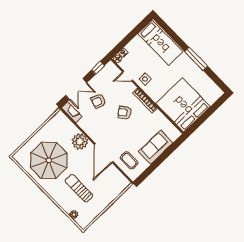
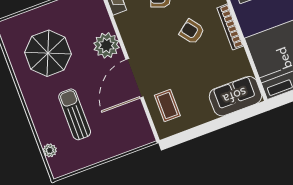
sofa: (156, 147) -> (235, 96), moved
parasol: (49, 160) -> (48, 53), width x0.73, depth x0.73

